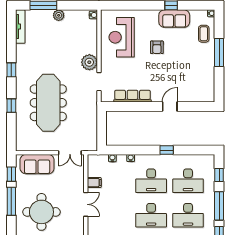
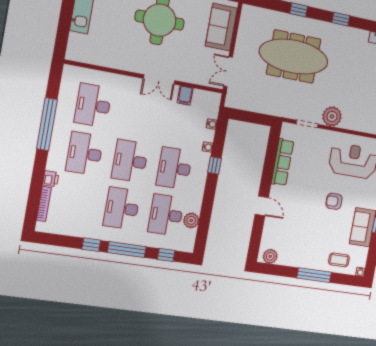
plant: (209, 92) -> (270, 256), added
window: (167, 150) -> (215, 165), moved
plant: (189, 160) -> (191, 220), added

